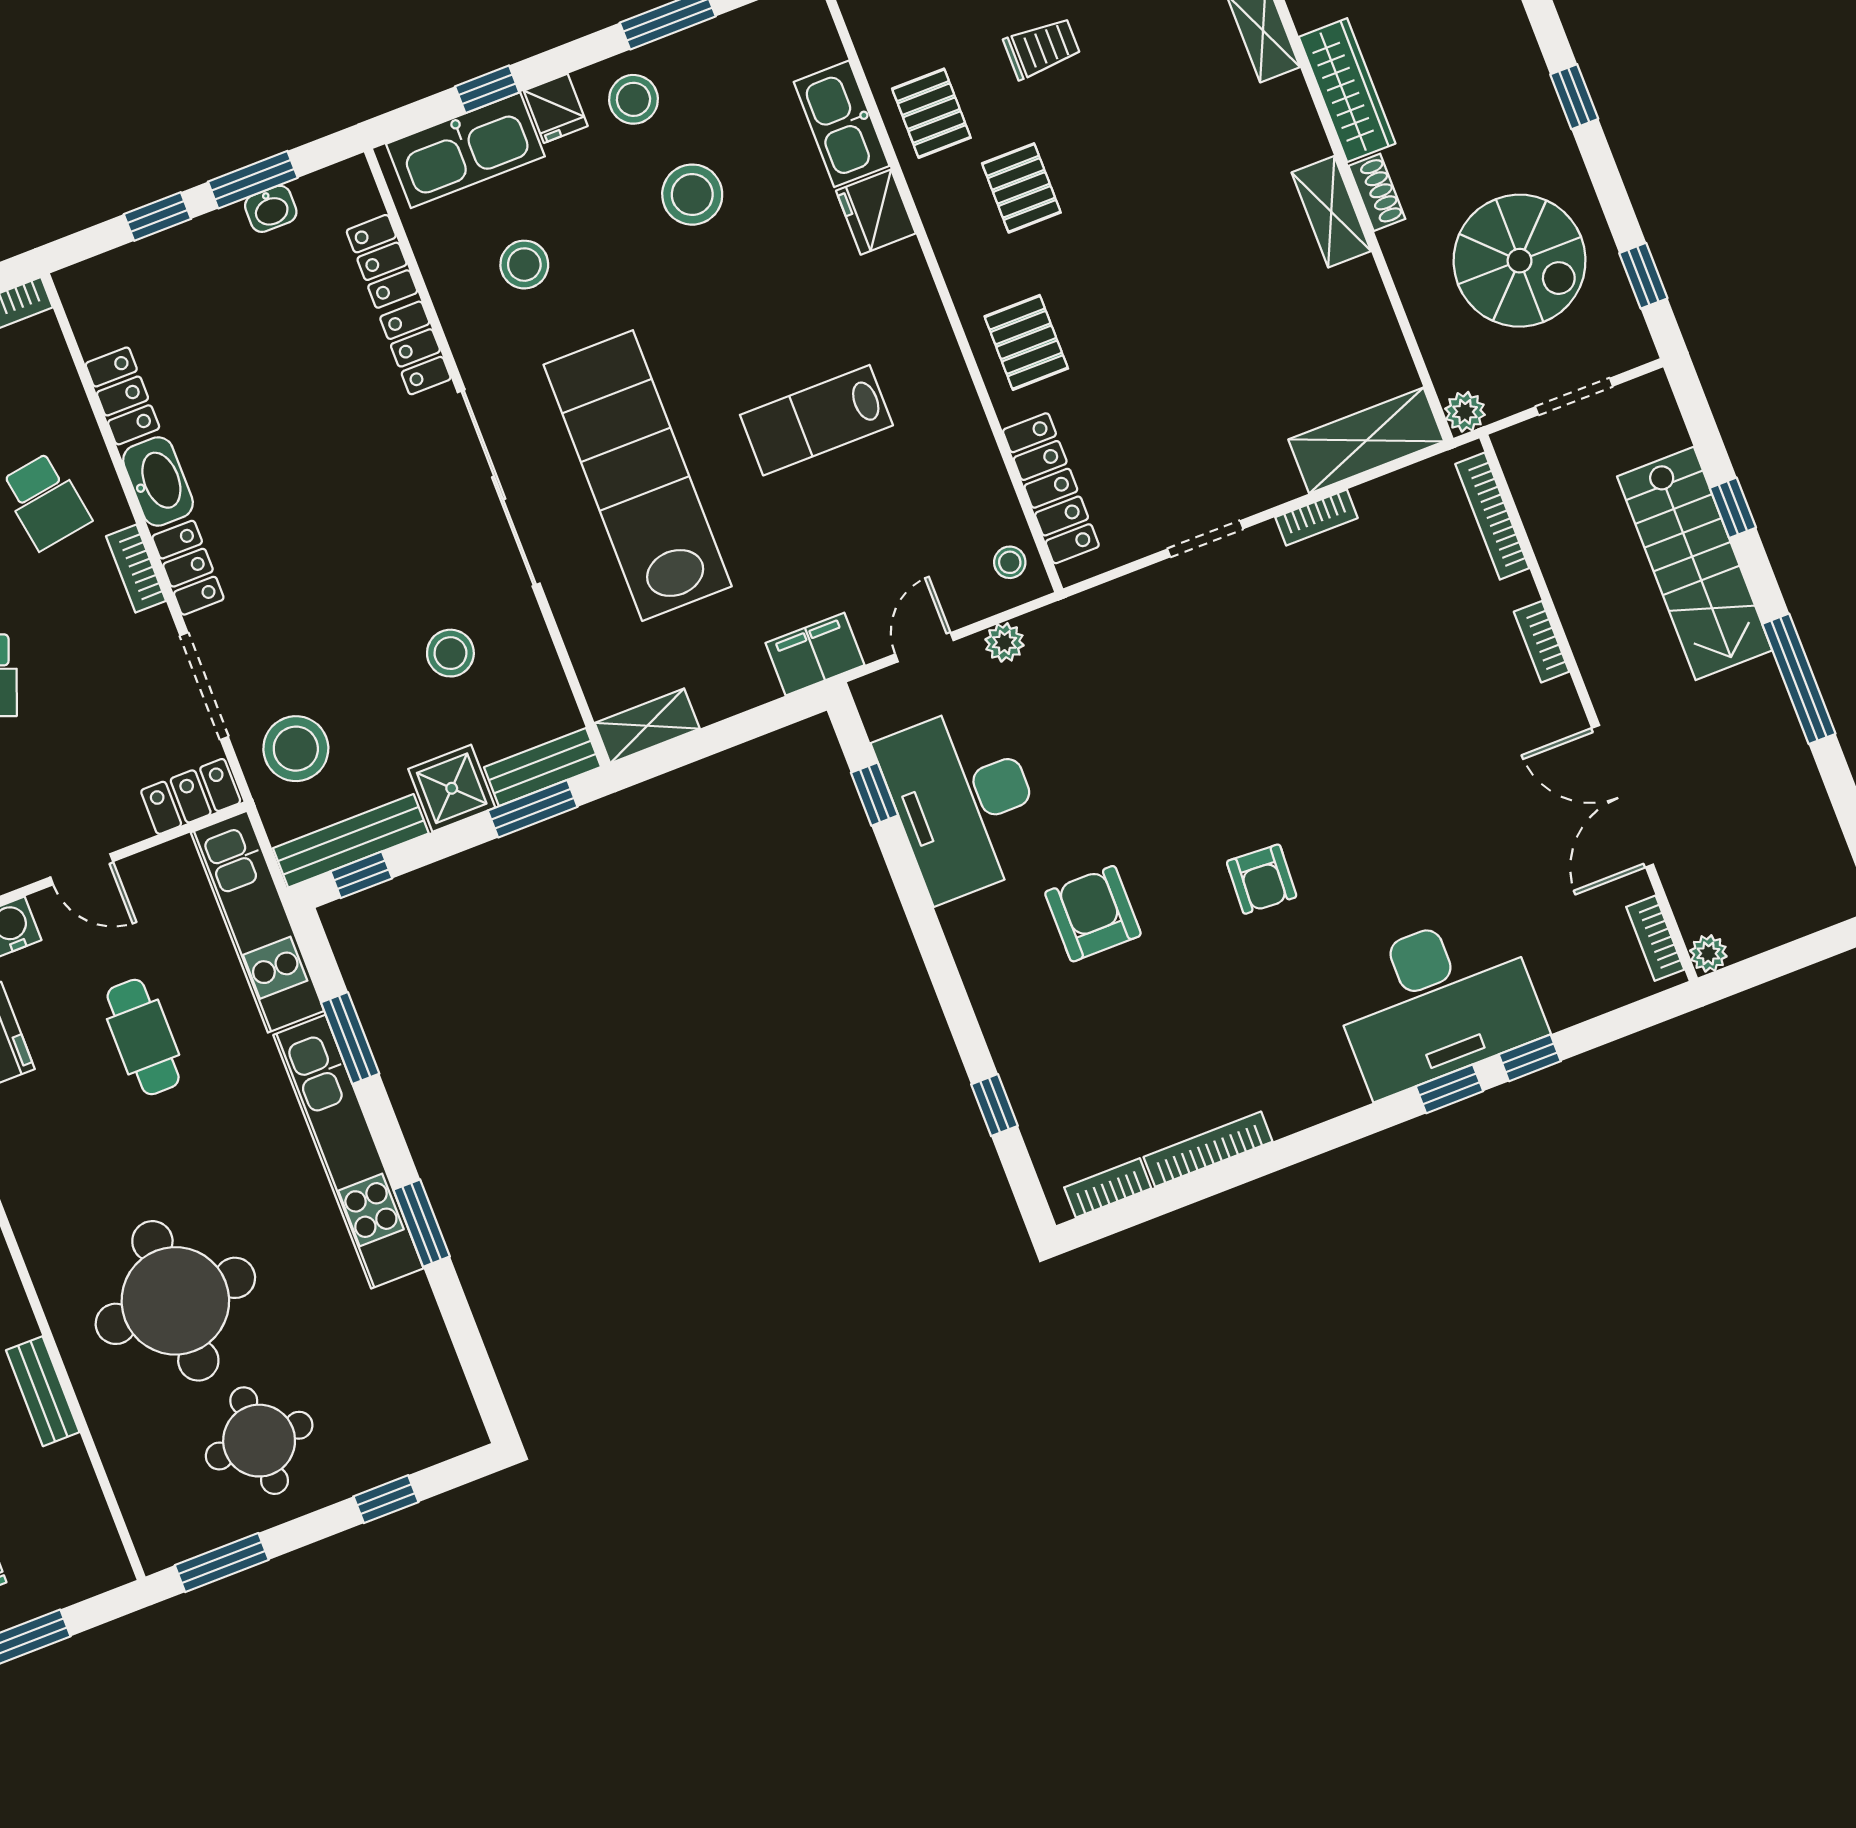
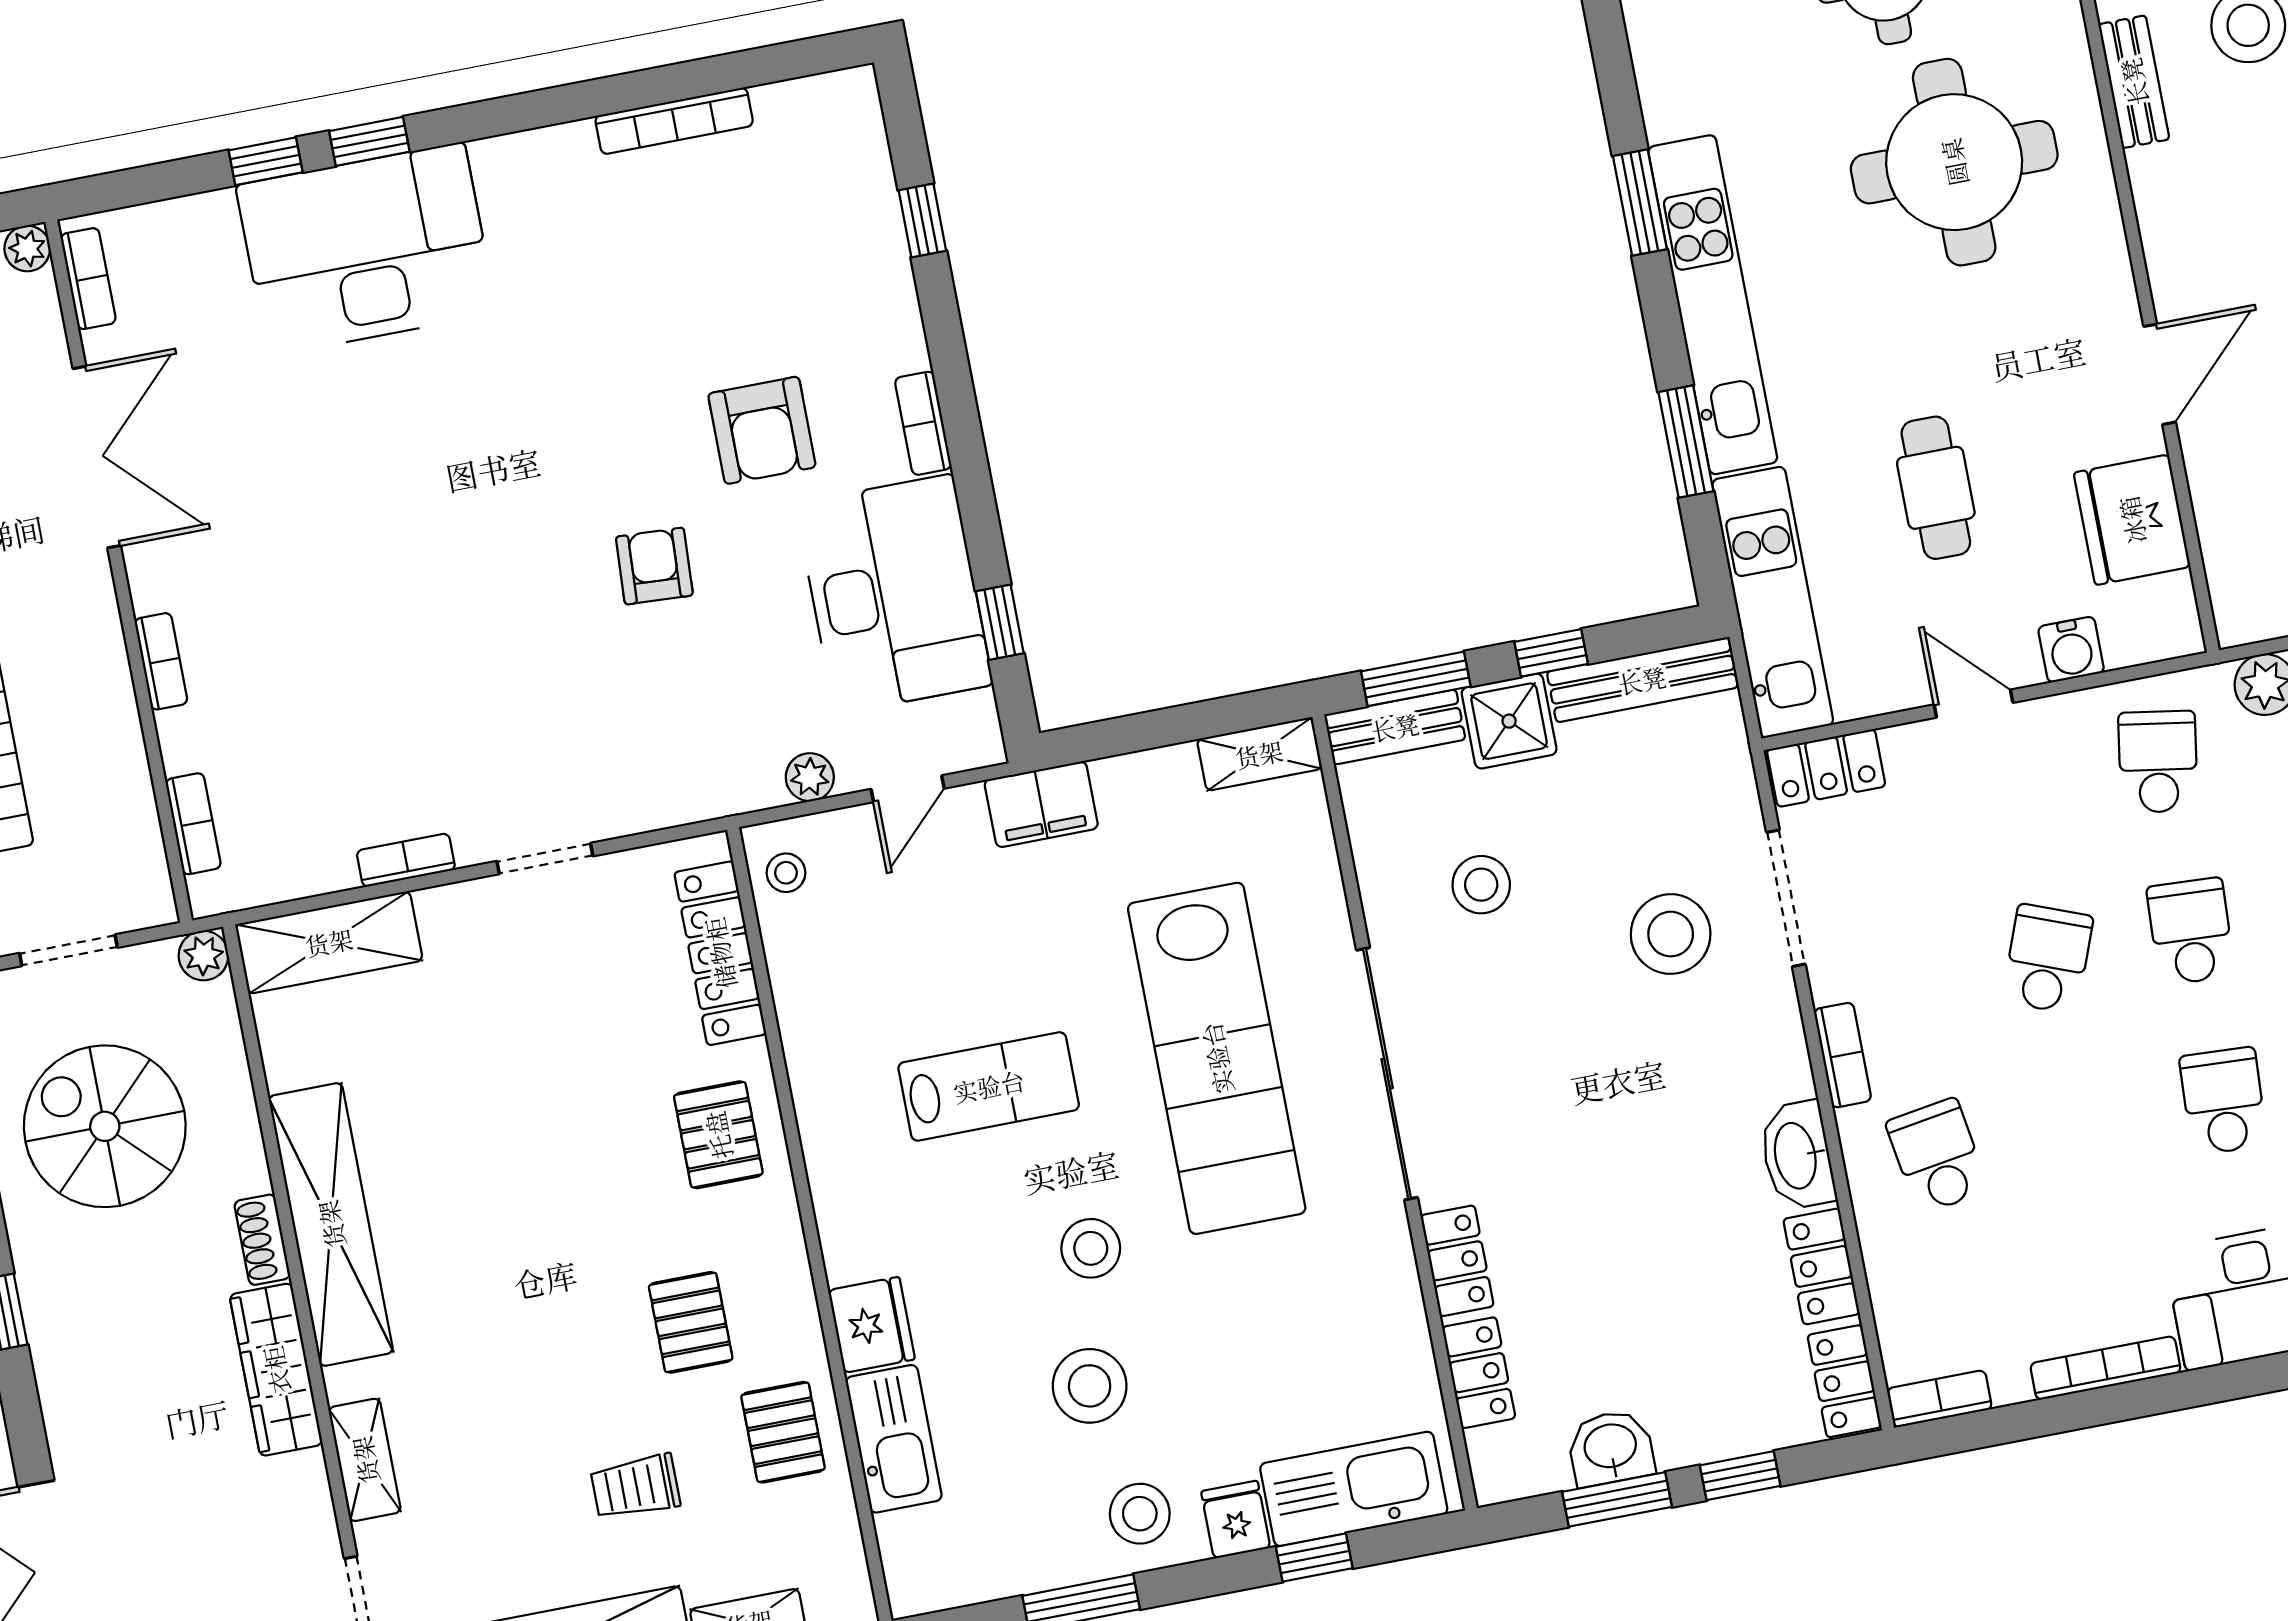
washbasin: (271, 209) -> (1611, 1448), width x1.38, depth x1.45
shelving: (1331, 212) -> (331, 1224), width x2.20, depth x1.33
stool: (524, 265) -> (1091, 1248), moved
bookcase: (1492, 516) -> (193, 824), width x0.64
locker: (188, 568) -> (1844, 1381), moved
stool: (296, 749) -> (1671, 934), moved
window: (361, 875) -> (1551, 653), moved
armchair: (1262, 879) -> (654, 566), moved
bookcase: (1108, 1188) -> (923, 423), moved, turned 90

